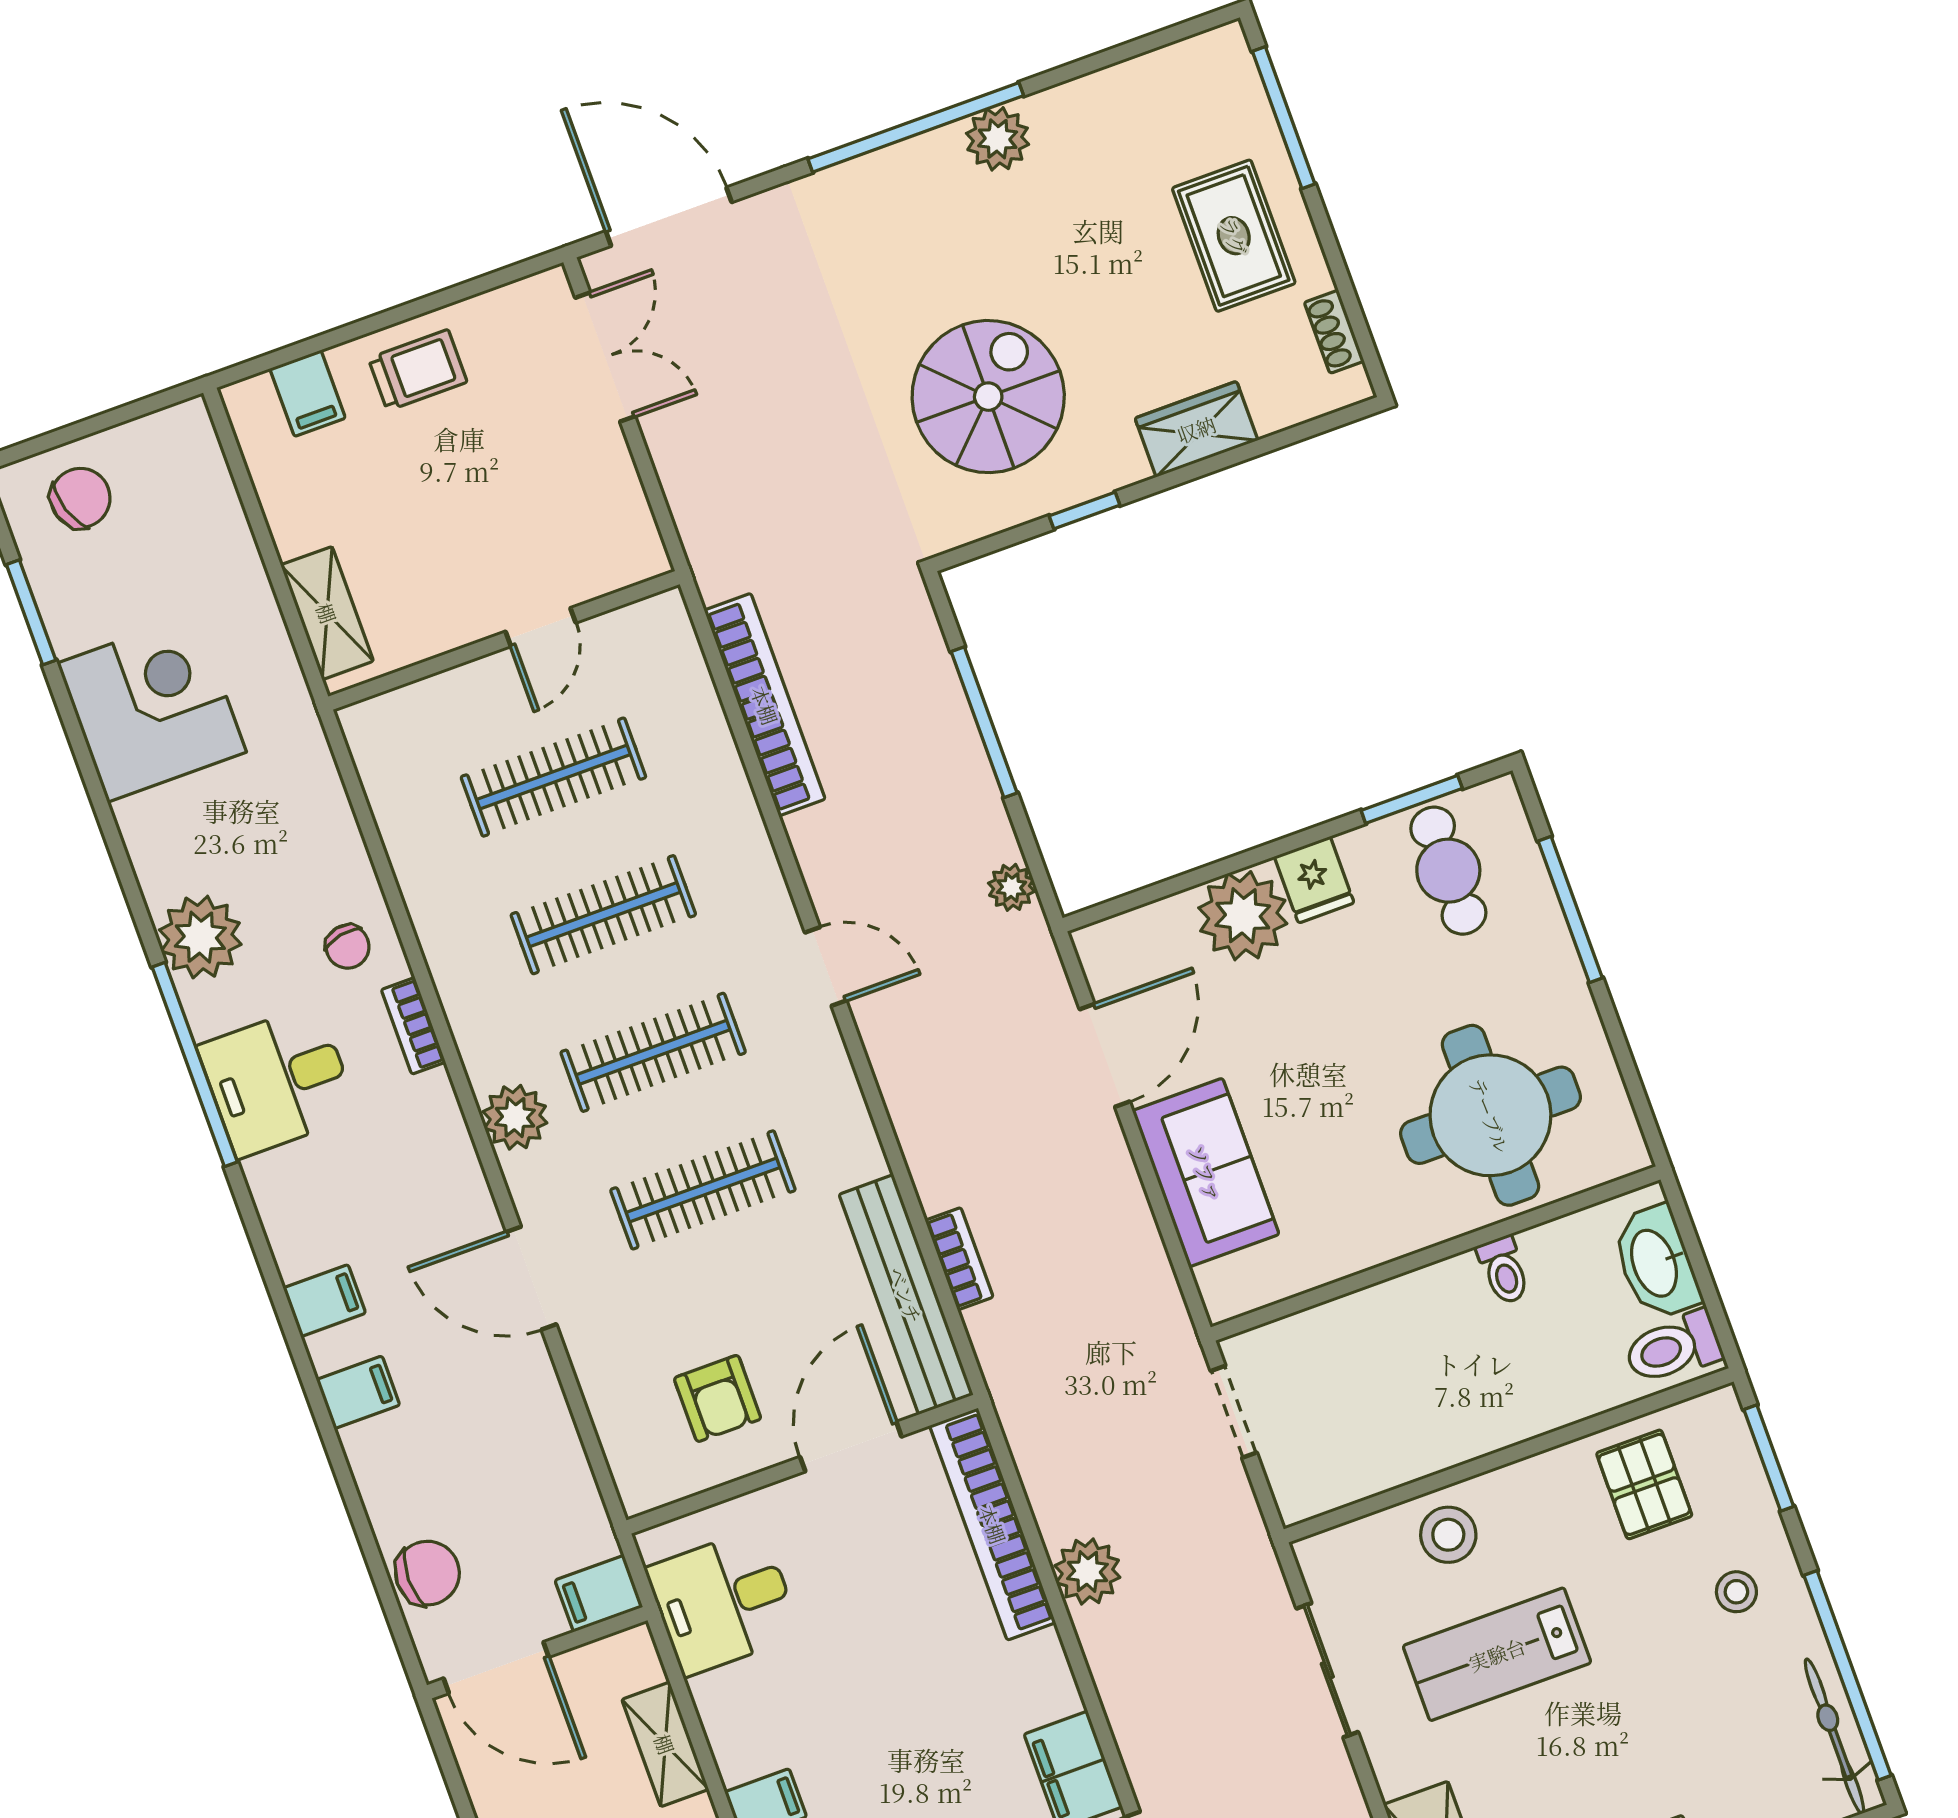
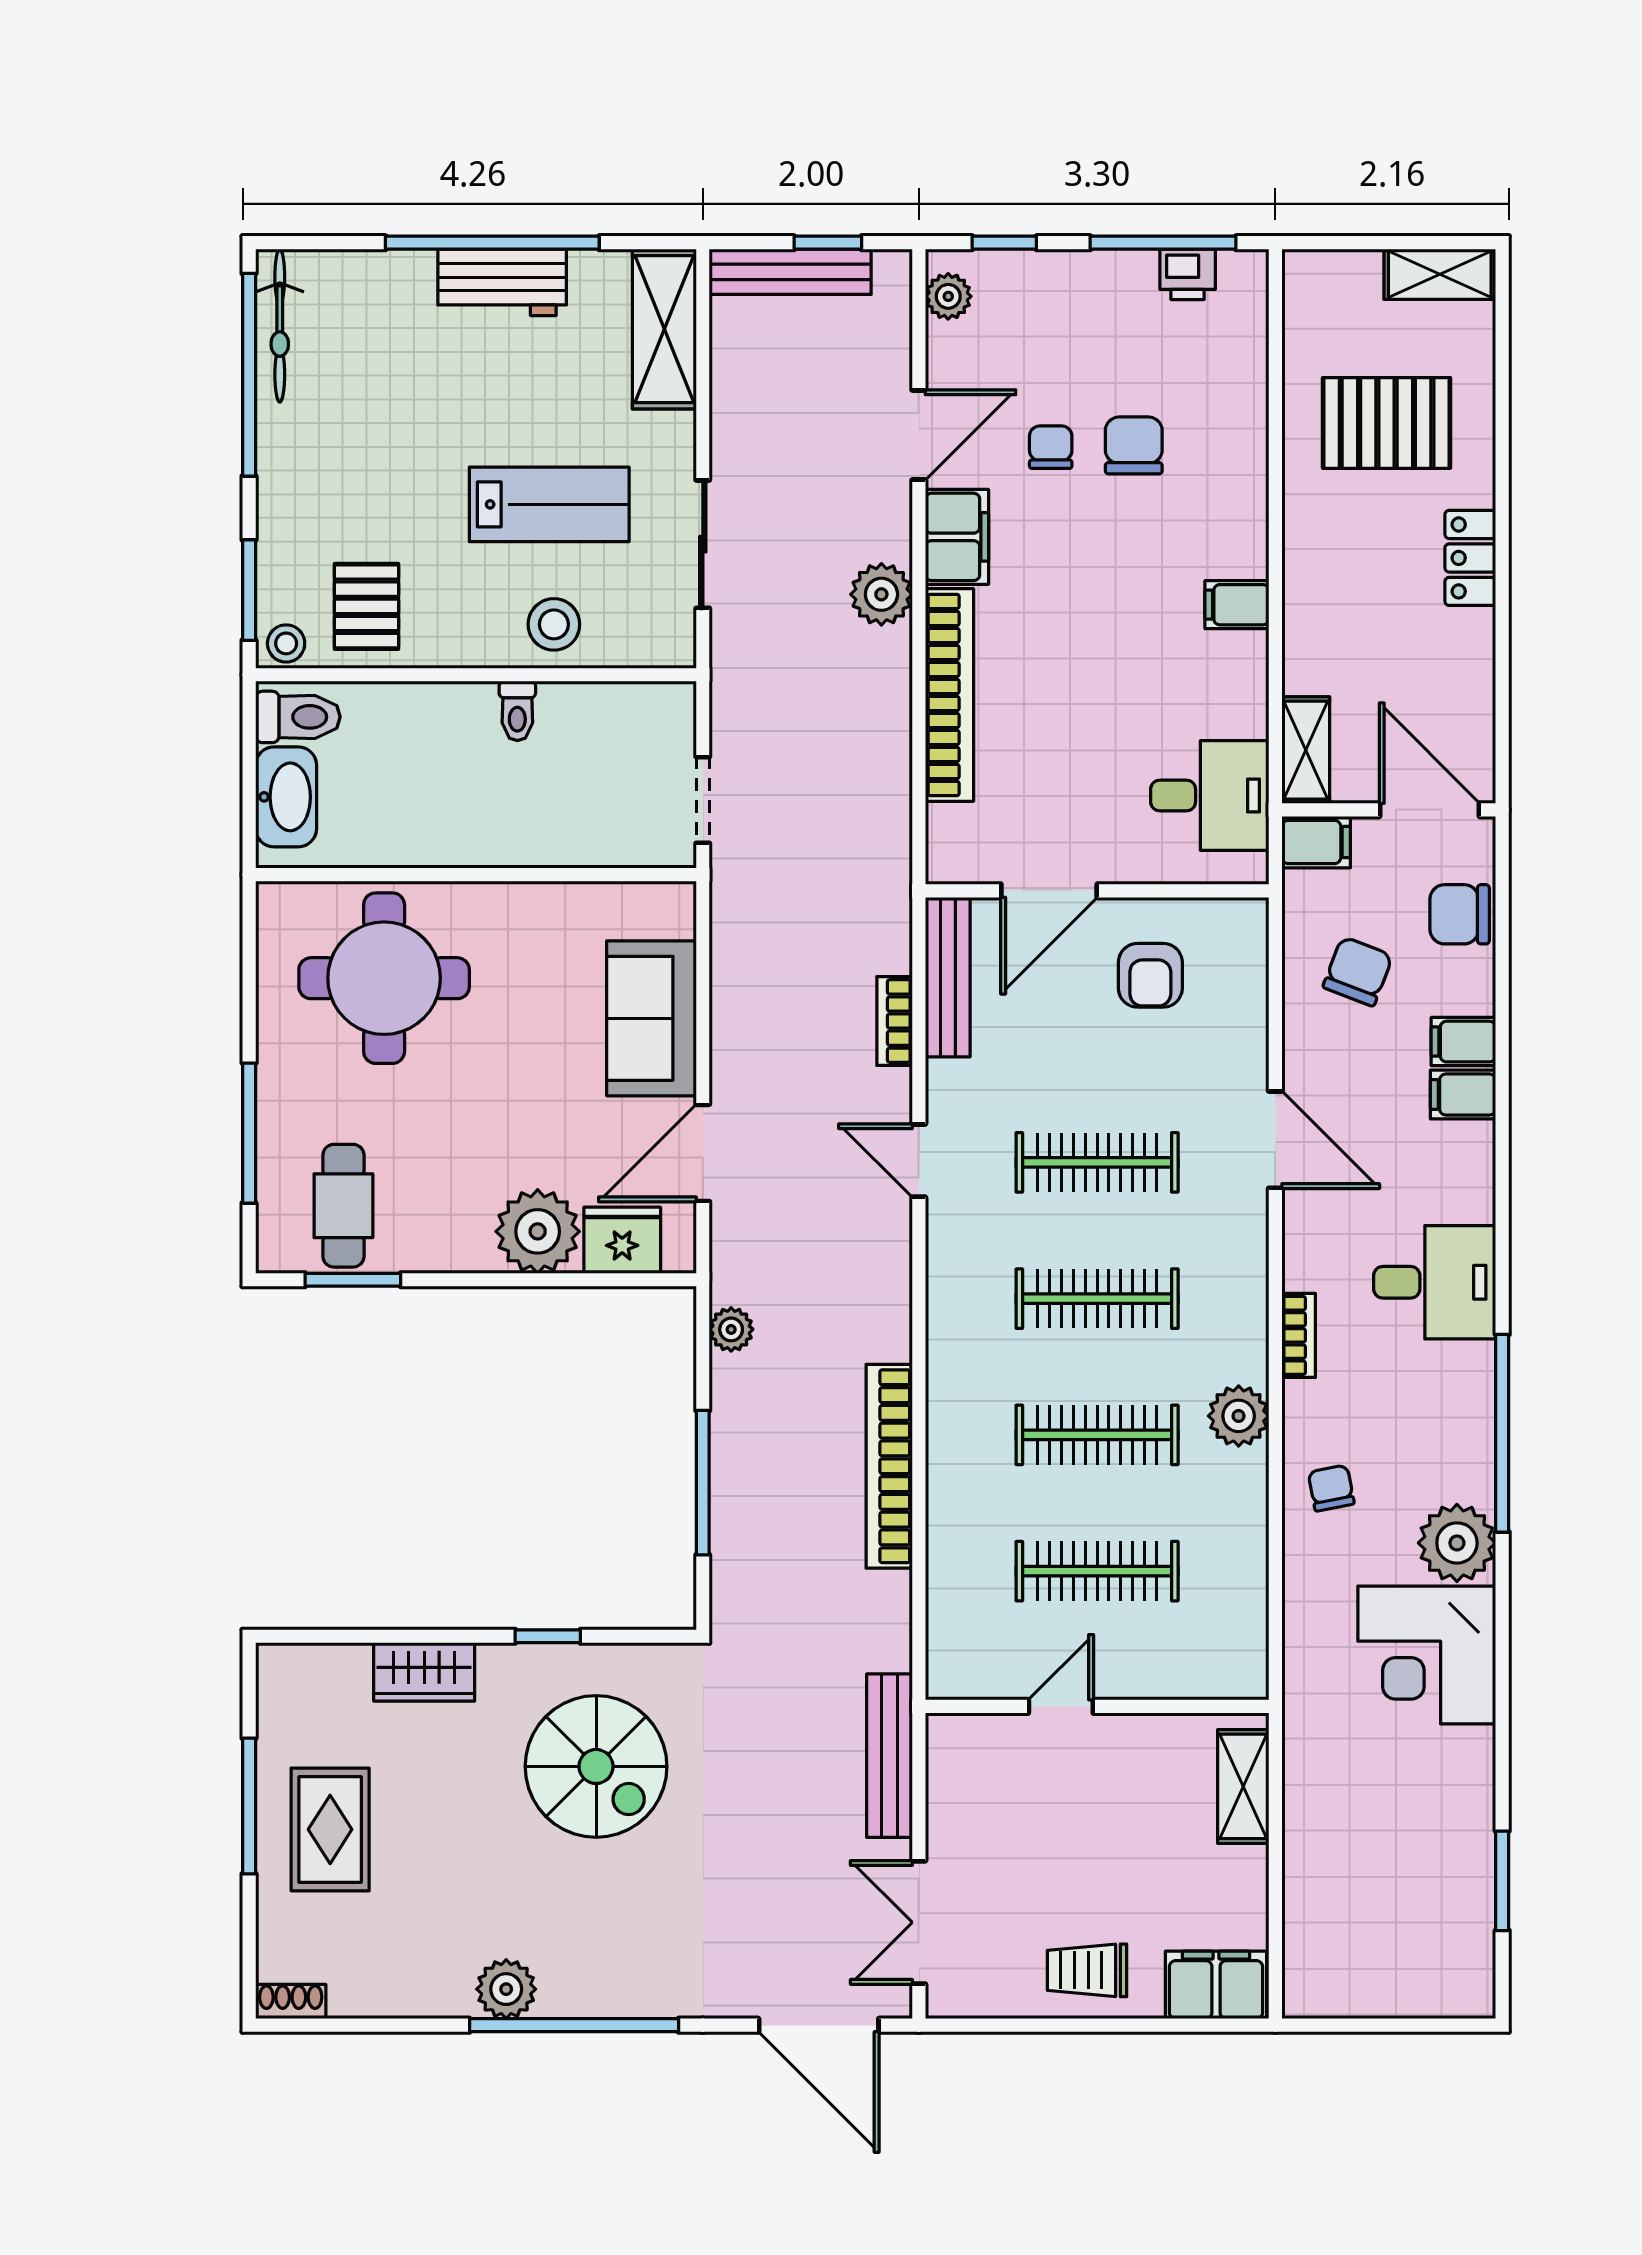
window: (1284, 118) -> (249, 1806), moved
shoe rack: (1334, 332) -> (291, 2002), moved, turned -90
filing cabinet: (308, 393) -> (1216, 1985), width x2.00
spiral stairs: (988, 397) -> (596, 1766), turned -90
chair: (80, 498) -> (1358, 971), moved, turned 129
bench: (696, 515) -> (889, 1756), added
bookcase: (765, 705) -> (889, 1466), moved
corner desk: (152, 708) -> (1427, 1655), moved
fridge: (1314, 880) -> (622, 1240), moved, width x1.38
door: (826, 966) -> (919, 1161), moved
bookcase: (413, 1026) -> (1299, 1335), moved
desk: (278, 1081) -> (1435, 1282), moved
plant: (515, 1117) -> (1239, 1416), moved
toilet: (1504, 1270) -> (517, 711), moved, turned 180
bench: (906, 1295) -> (948, 977), width x0.73, depth x0.82
filing cabinet: (324, 1301) -> (1463, 1042), moved
armchair: (718, 1398) -> (1150, 975), turned 180
bookcase: (993, 1524) -> (949, 695), moved
plant: (1087, 1572) -> (881, 594), moved
stool: (1736, 1592) -> (286, 643), moved
shelving: (665, 1744) -> (1306, 750), moved

